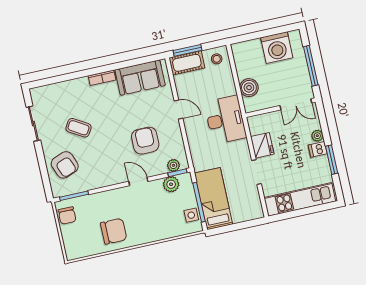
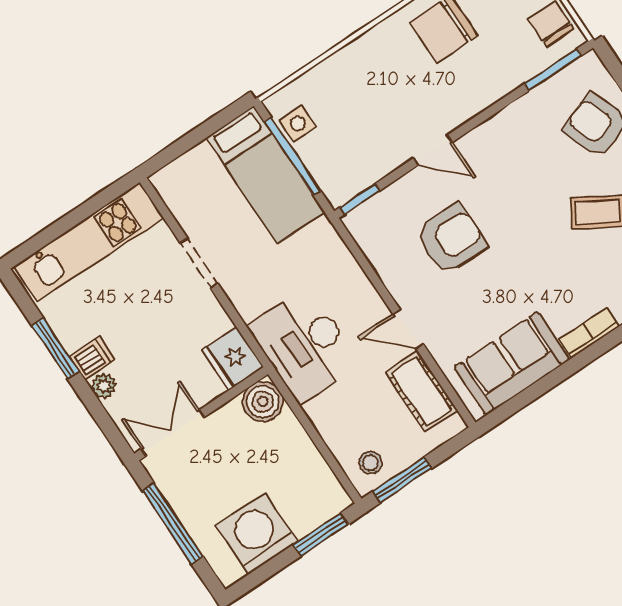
window: (250, 37) -> (321, 534), added
window: (188, 50) -> (402, 480), moved
cot: (187, 63) -> (421, 391), moved, turned 90
boiler: (249, 88) -> (263, 402), moved
armchair: (145, 141) -> (451, 239), turned -90
fridge: (262, 145) -> (233, 359), moved
plant: (173, 165) -> (374, 211), removed
plant: (171, 184) -> (364, 171), removed

